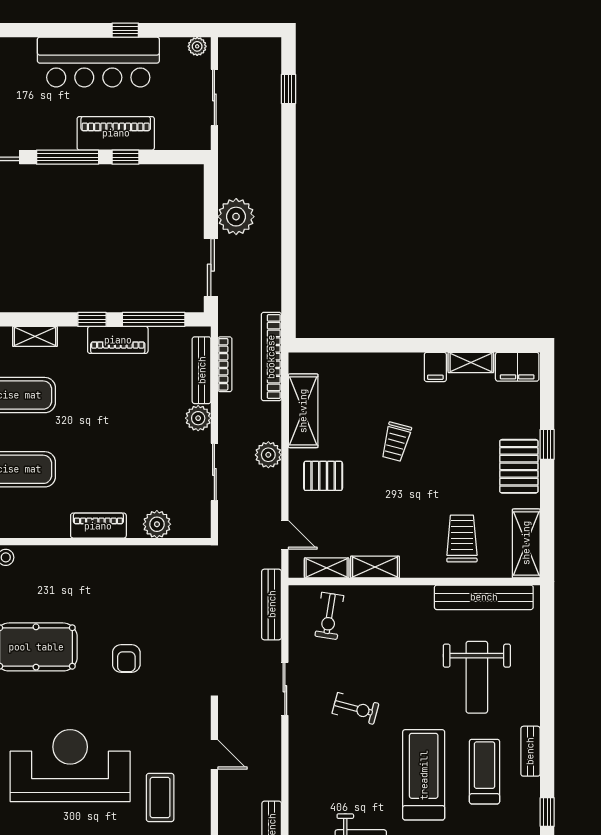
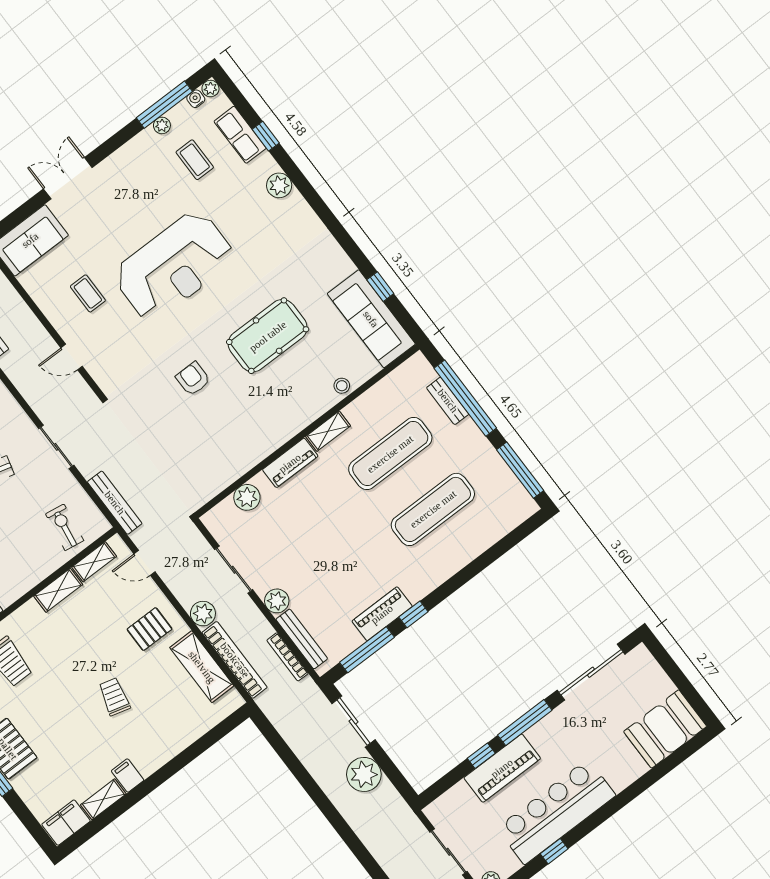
shelving: (35, 336) -> (328, 431), moved
bookcase: (271, 357) -> (235, 660), moved
coffee table: (160, 798) -> (88, 293), width x0.73, depth x0.77

